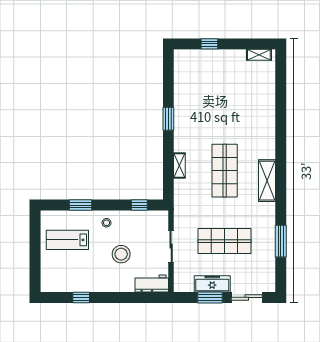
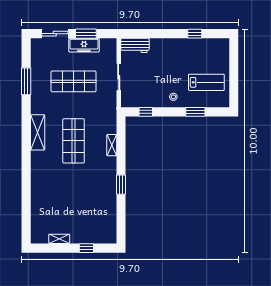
shelving: (259, 55) -> (59, 239), moved
stool: (121, 254) -> (161, 70), removed

